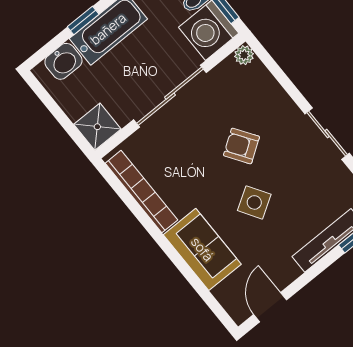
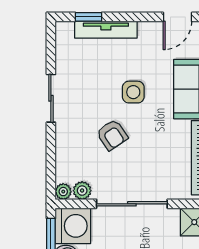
plant: (227, 71) -> (82, 191), added
side table: (254, 202) -> (133, 92), turned 32

